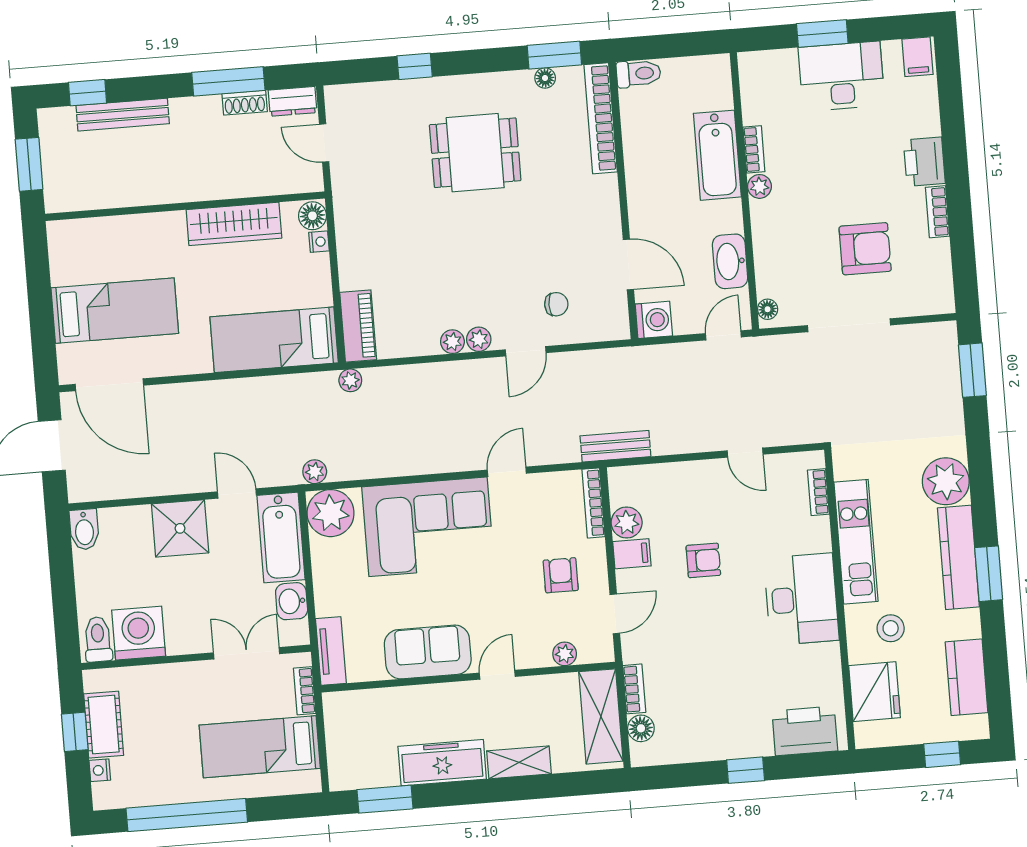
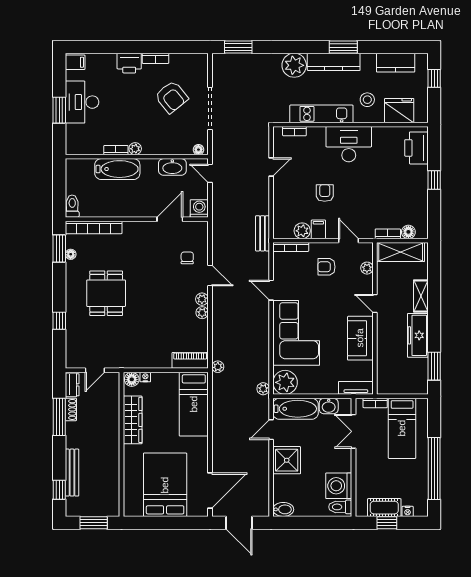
armchair: (865, 249) -> (171, 97), turned 141
bed: (115, 311) -> (165, 485), width x1.50

